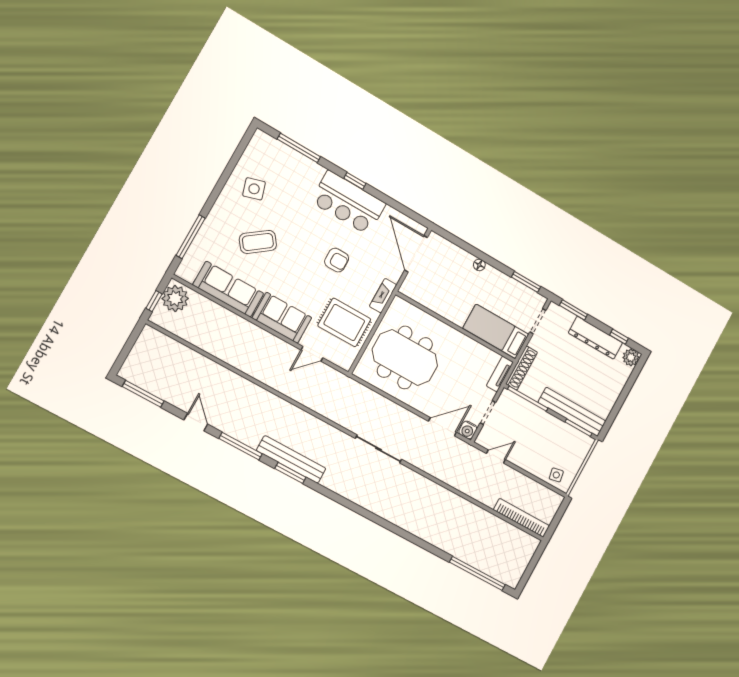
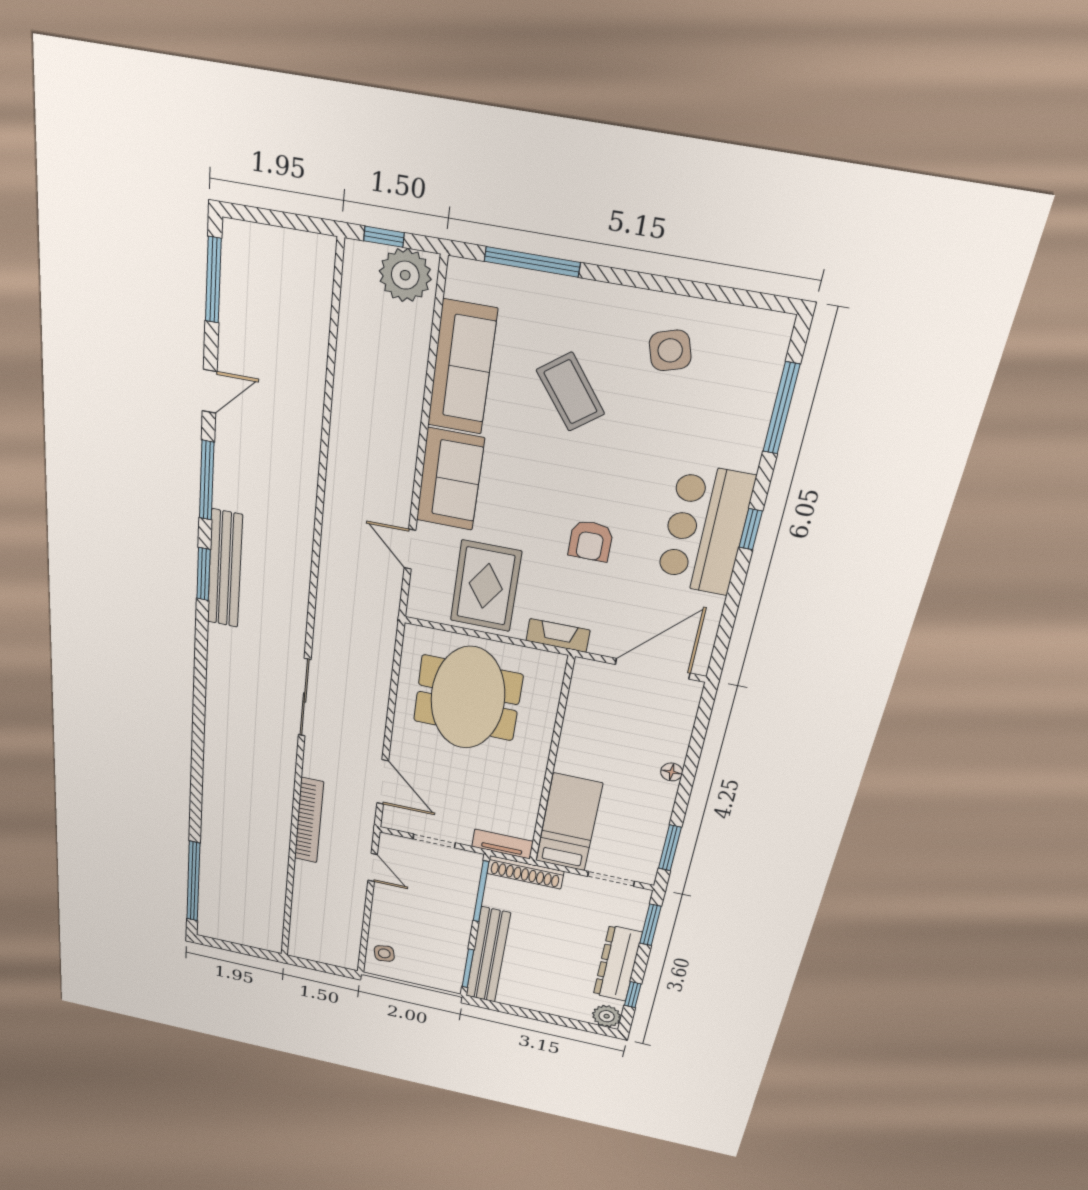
water cooler: (468, 430) -> (394, 819), removed
bookcase: (521, 518) -> (309, 820), moved

